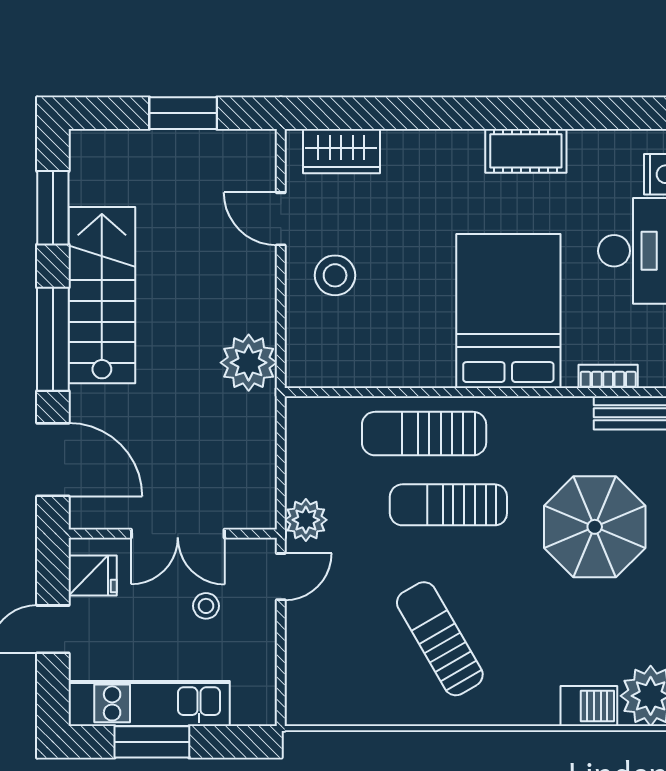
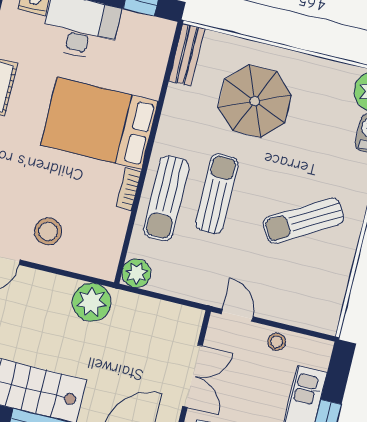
bookcase: (608, 376) -> (129, 189), moved
sun lounger: (448, 505) -> (217, 194), turned 180
plant: (306, 520) -> (137, 273), moved
stool: (206, 606) -> (277, 342), moved

